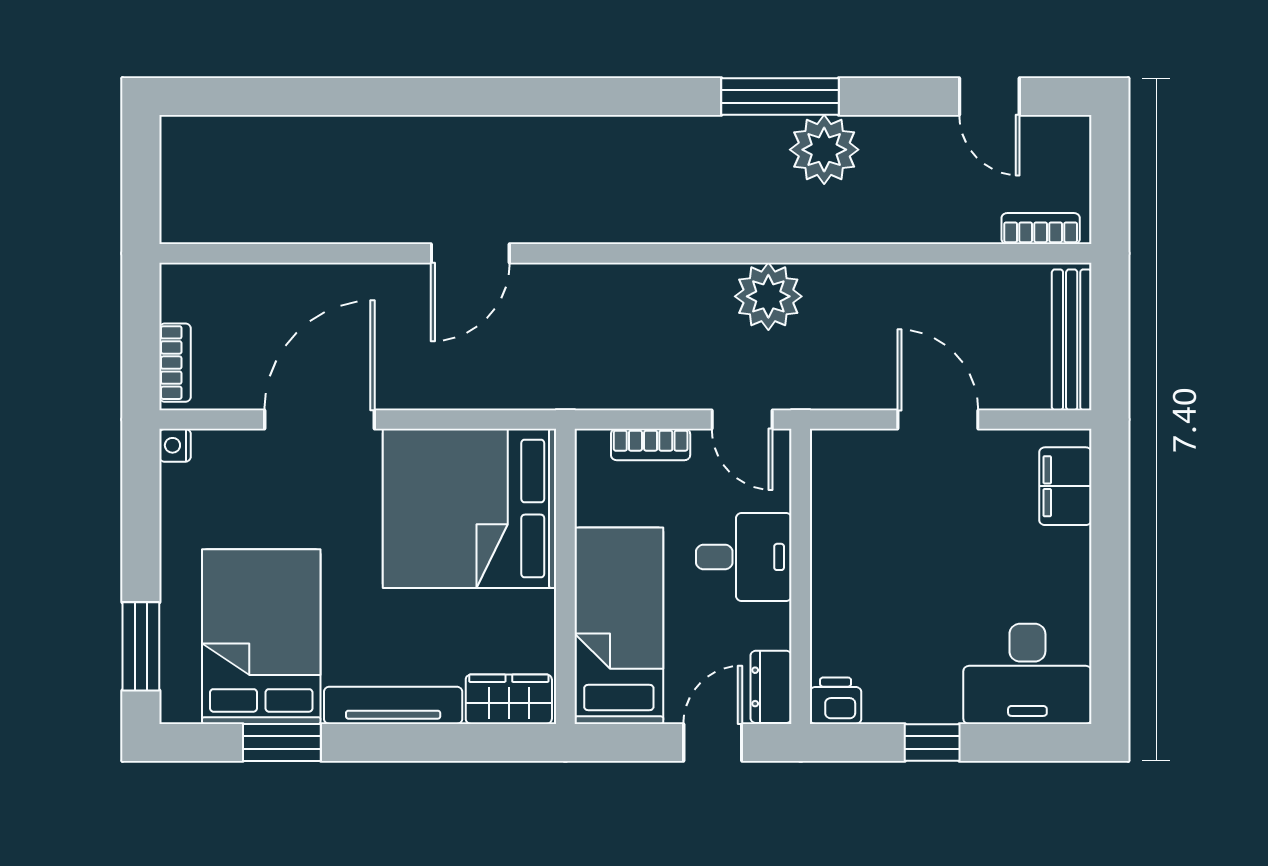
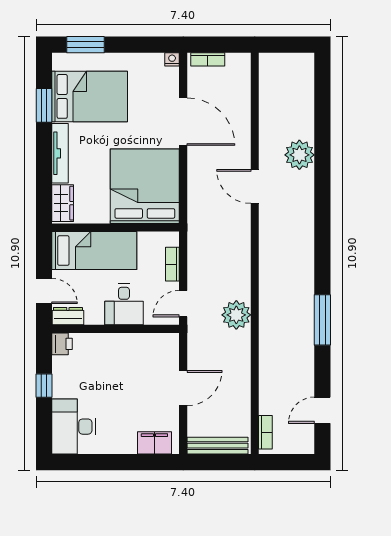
plant: (824, 150) -> (299, 155), moved

